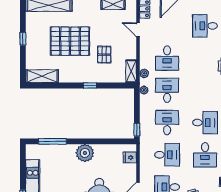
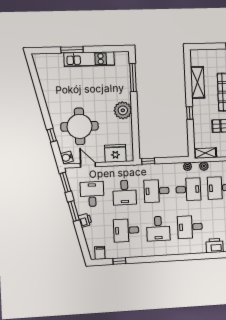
shelving: (42, 76) -> (198, 82), moved
desk: (205, 90) -> (190, 227), added
desk: (167, 123) -> (157, 191), turned 180
fridge: (130, 157) -> (115, 153), width x1.88, depth x1.34

